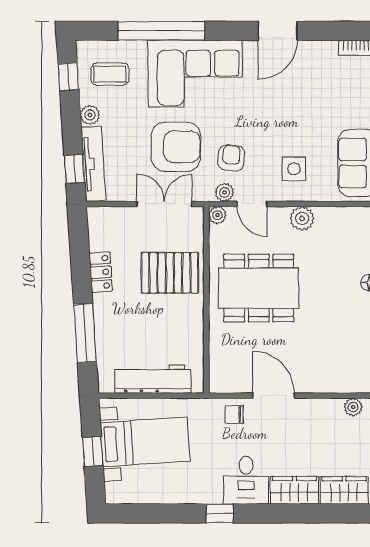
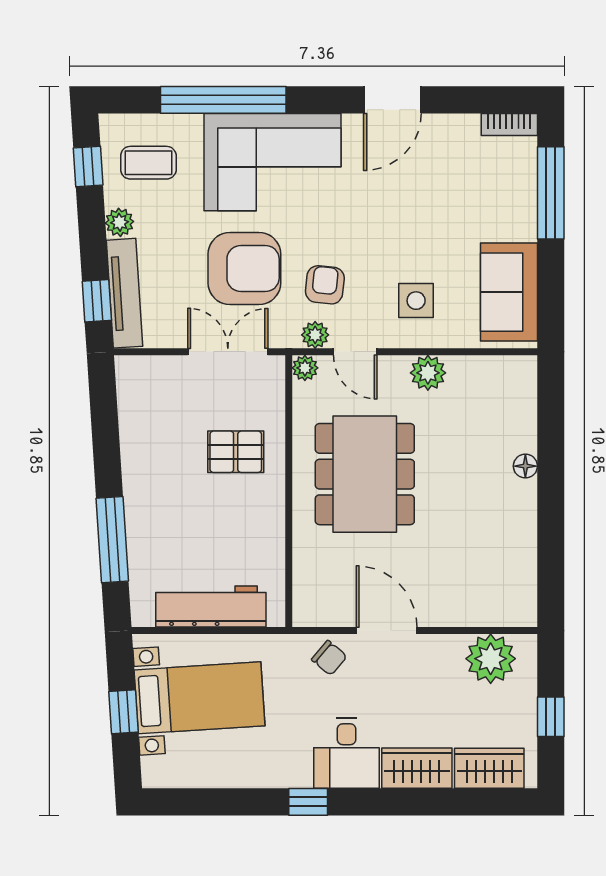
locker: (101, 272) -> (135, 451), removed
pallet: (170, 273) -> (236, 452), width x0.67, depth x0.71
dining table: (259, 288) -> (365, 474), turned 90
plant: (353, 407) -> (491, 659), width x1.88, depth x1.88
chair: (234, 414) -> (329, 658), turned -140

